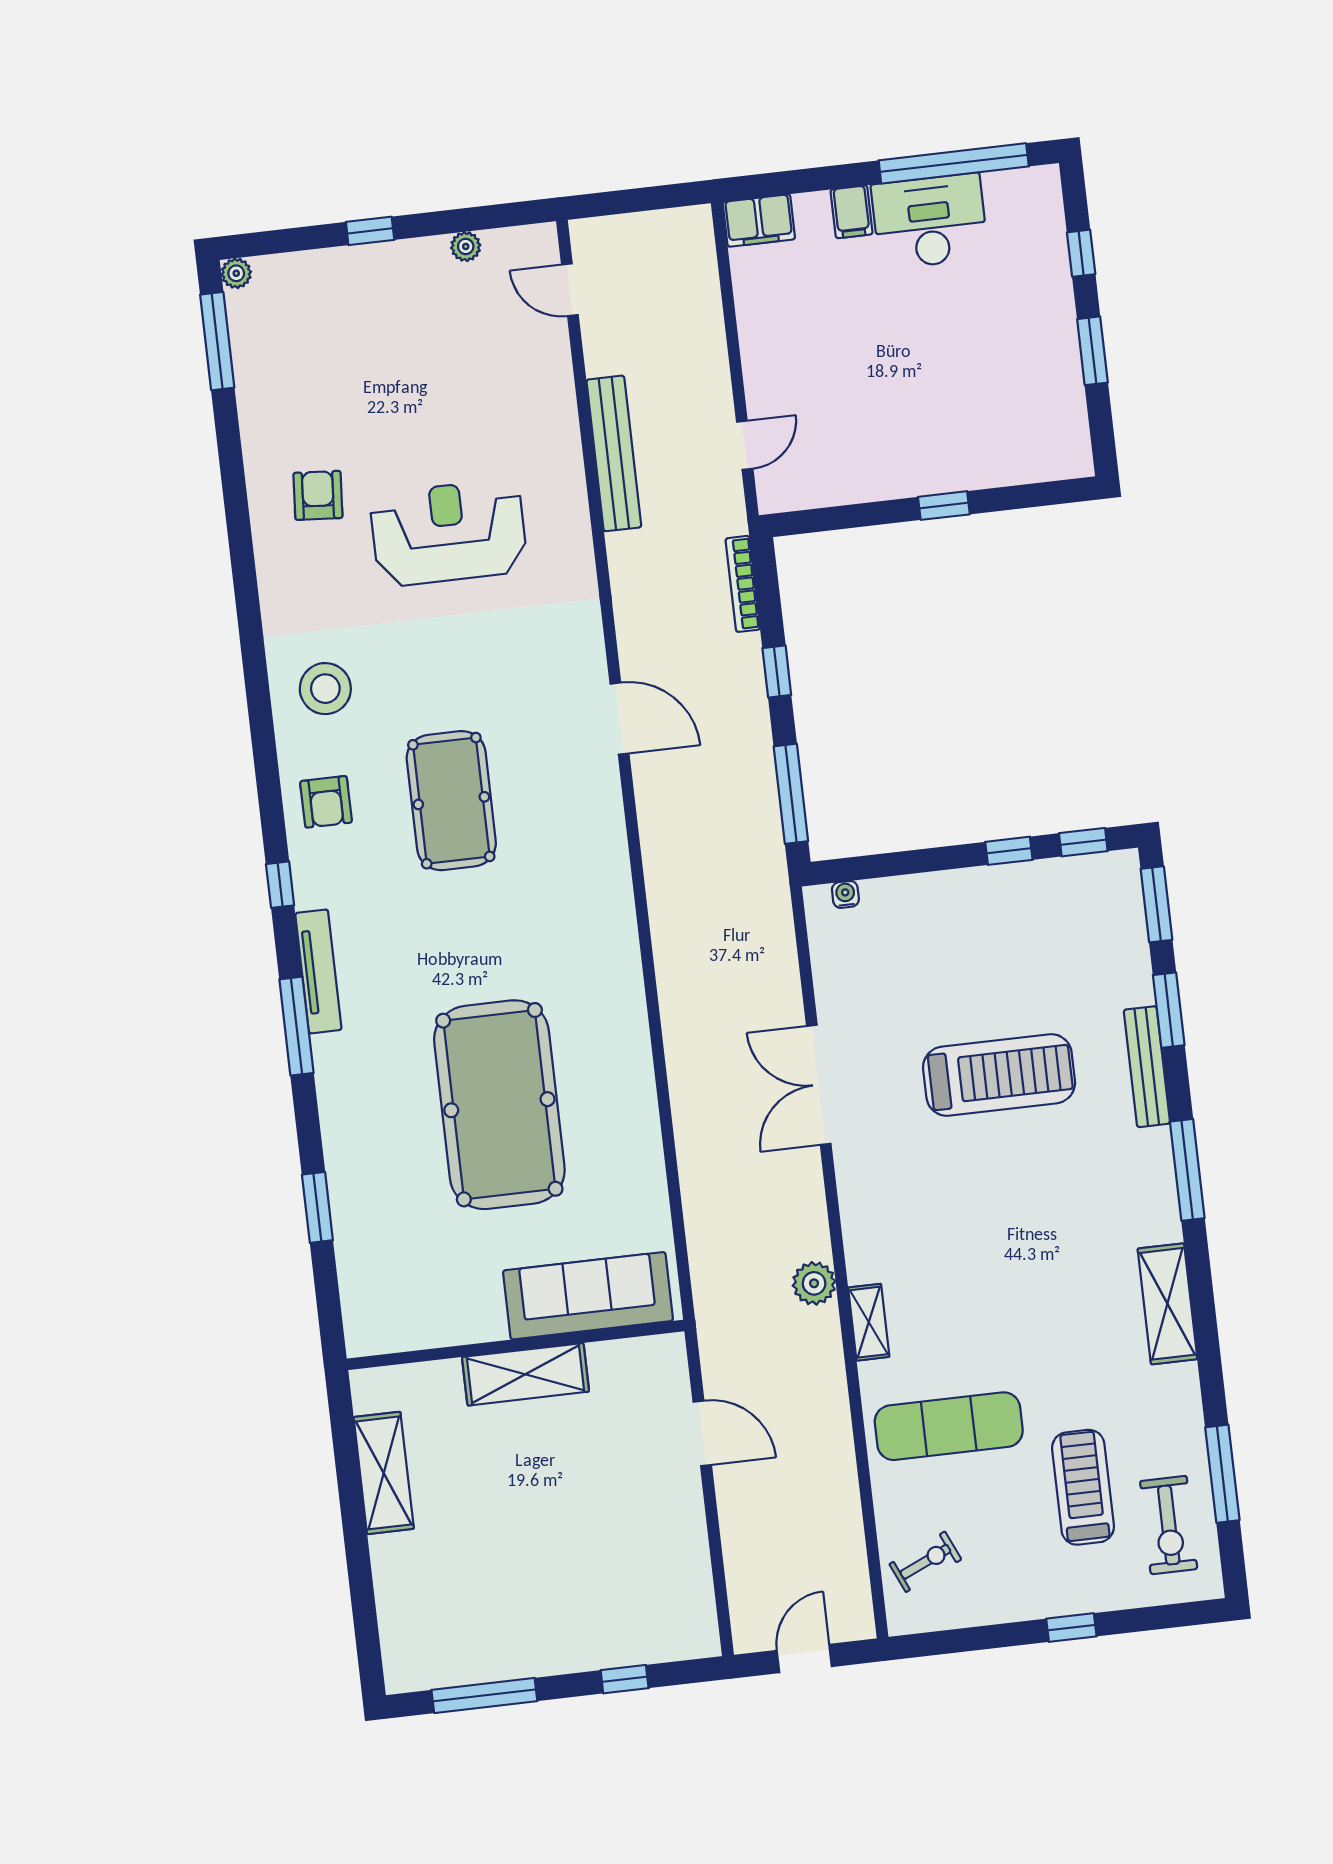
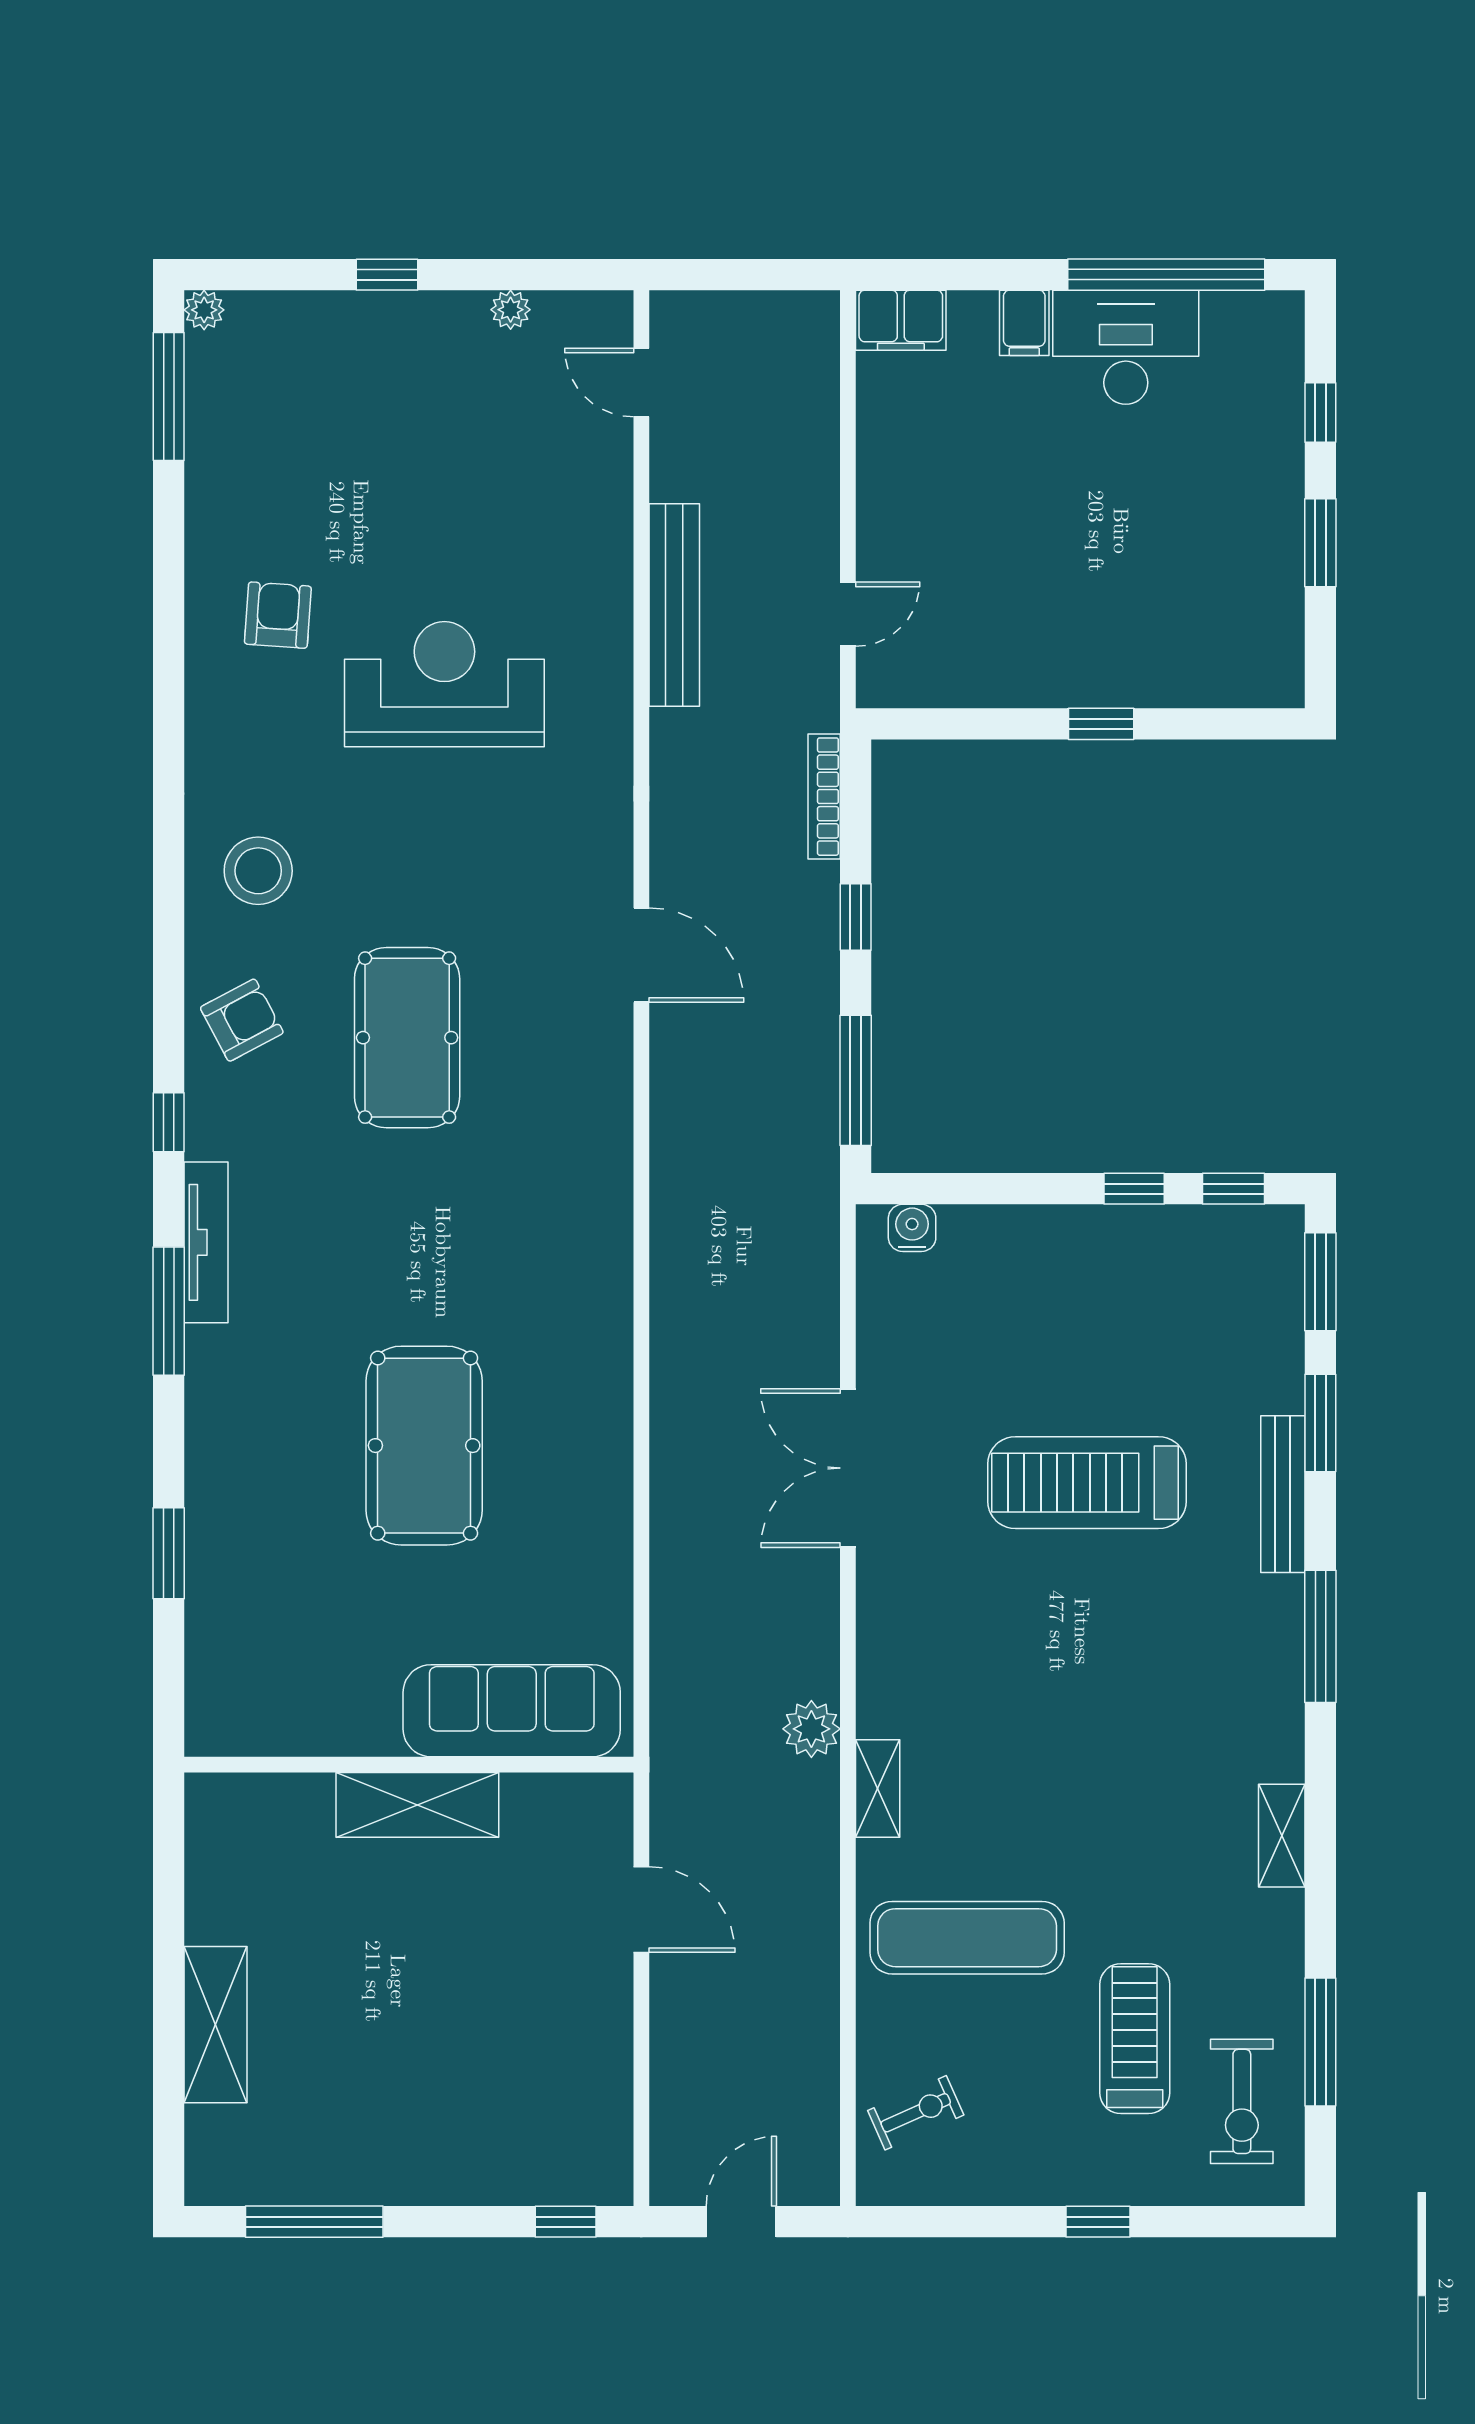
armchair: (326, 802) -> (242, 1020), turned -118
water cooler: (845, 894) -> (912, 1228), width x1.38, depth x1.38
treadmill: (999, 1075) -> (1087, 1483), turned 180
pool table: (499, 1105) -> (424, 1446), width x0.73, depth x0.76
shelving: (1167, 1304) -> (1282, 1836), width x0.67, depth x0.75
shelving: (384, 1473) -> (215, 2025), moved
window: (625, 1679) -> (566, 2222), moved

